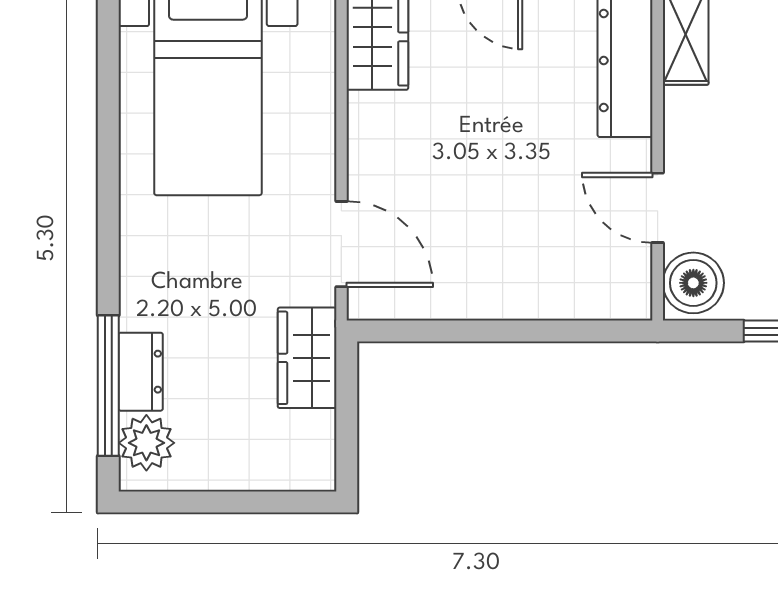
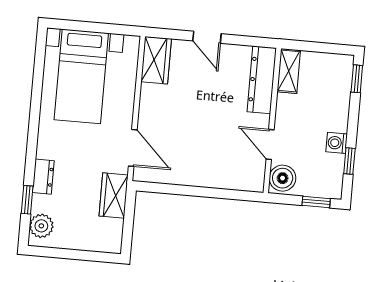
dresser: (141, 372) -> (43, 177), moved
window: (108, 386) -> (27, 200), width x0.46

